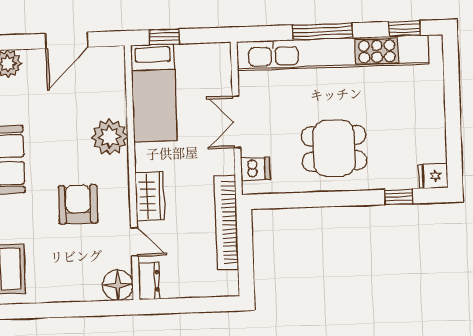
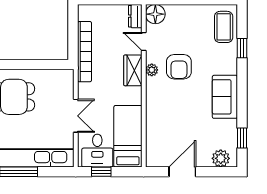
window: (164, 37) -> (101, 172), moved
desk: (201, 69) -> (97, 151), added
plant: (110, 137) -> (152, 70), moved, width x0.53, depth x0.53
dishwasher: (255, 169) -> (65, 86), removed

